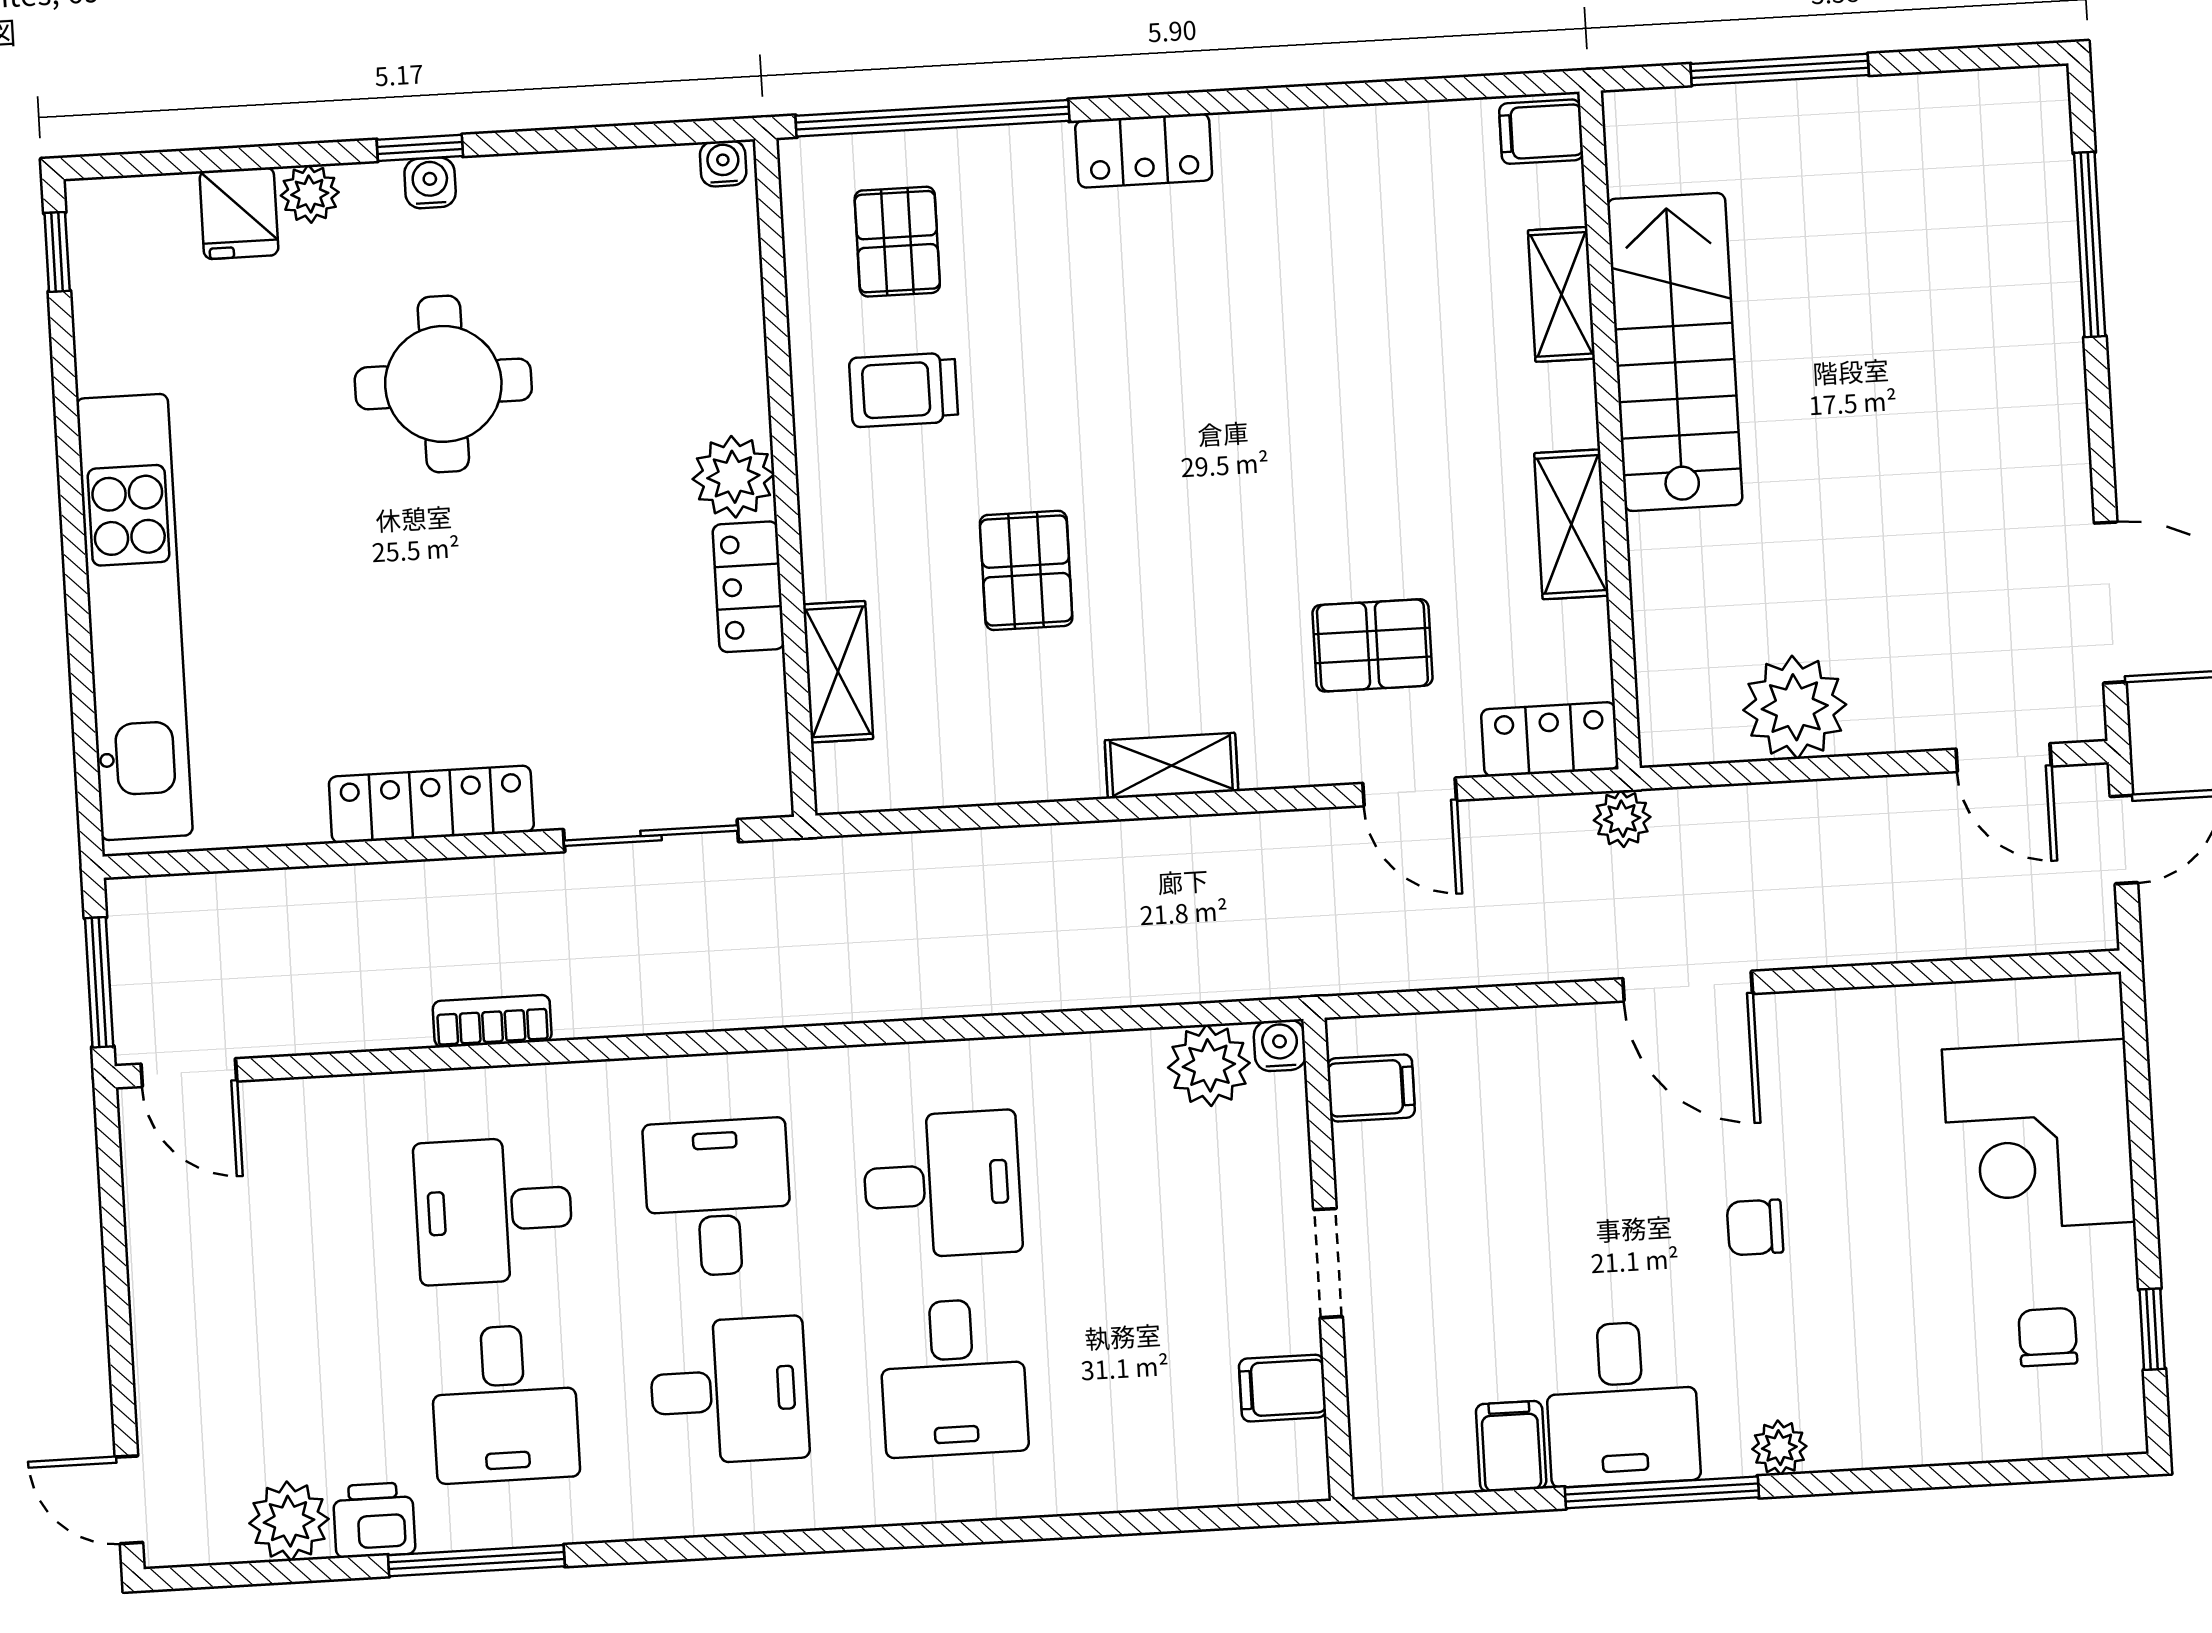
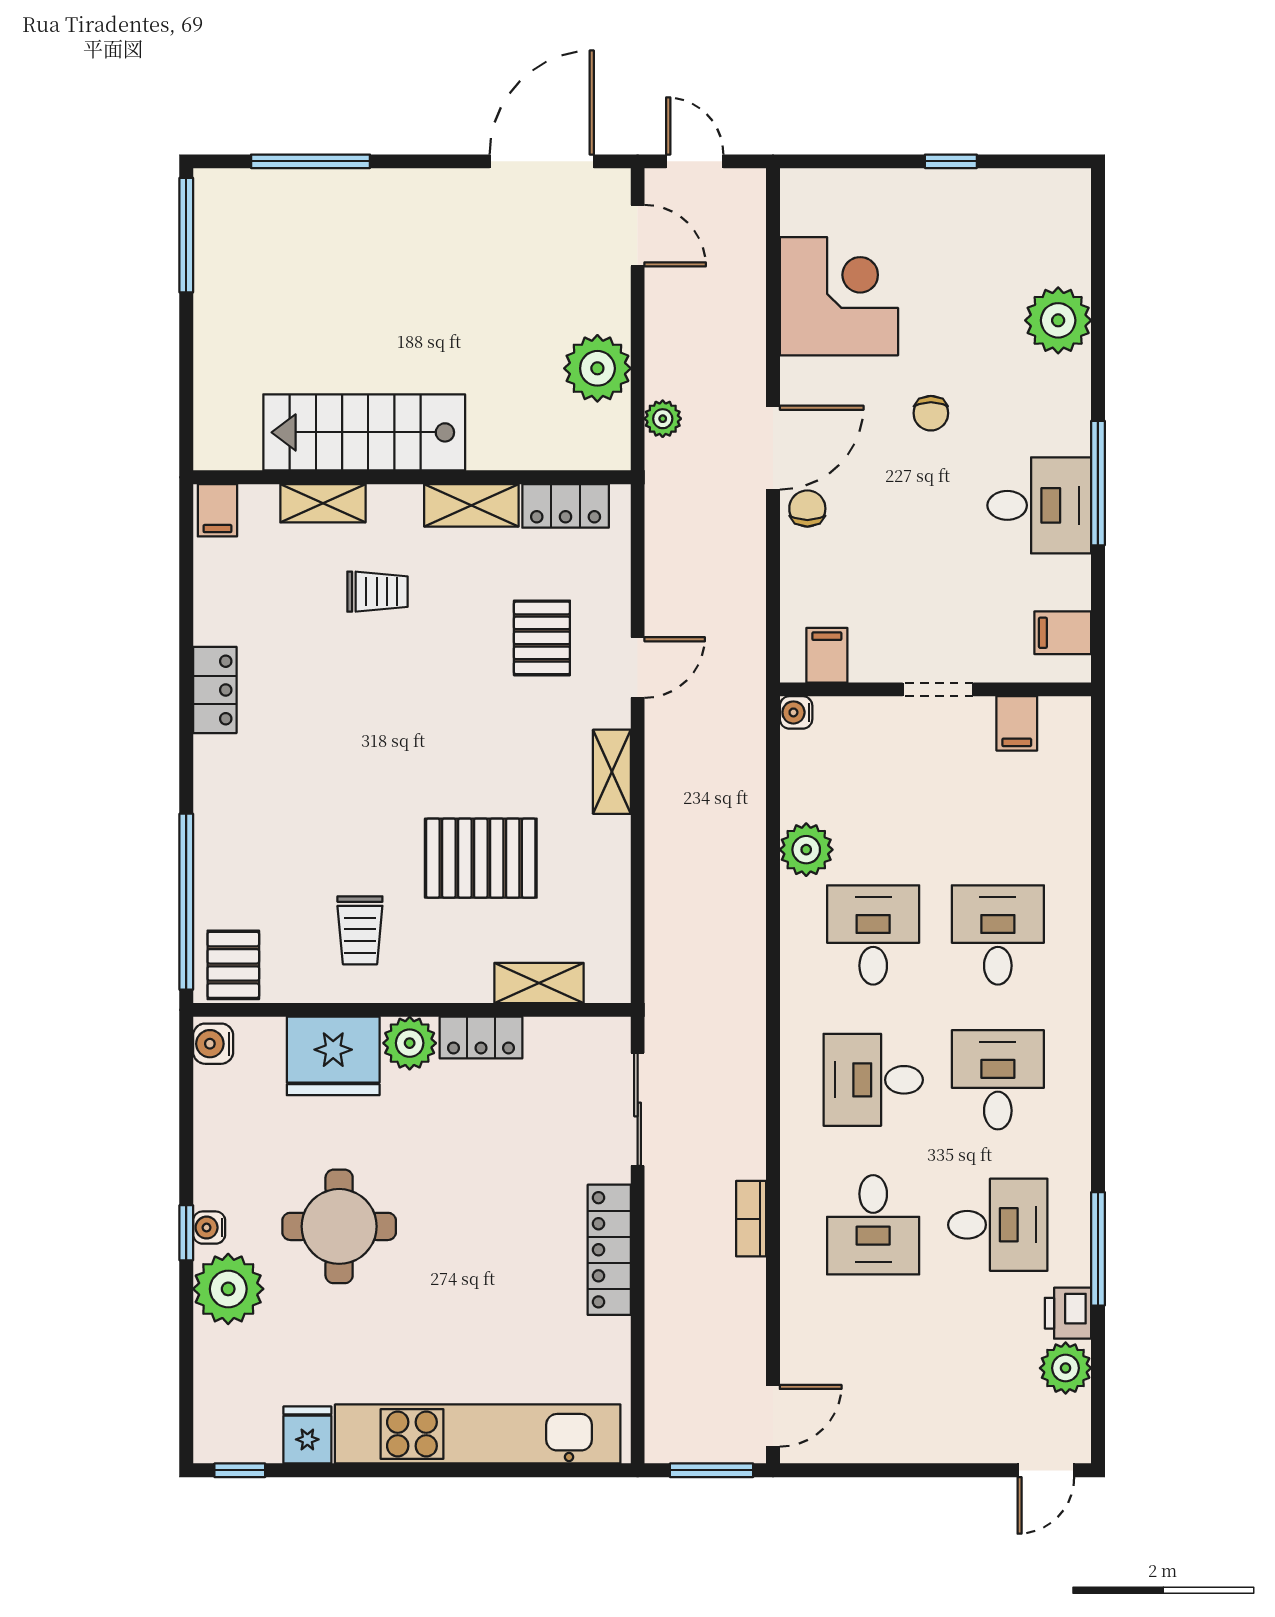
window: (1780, 69) -> (186, 235), moved
locker: (1144, 151) -> (215, 690), moved
water cooler: (723, 163) -> (213, 1044), width x1.38, depth x1.38
plant: (310, 194) -> (228, 1289), width x1.87, depth x1.87
fridge: (239, 213) -> (307, 1435), moved, turned -90
pallet: (897, 242) -> (233, 965), moved, turned 90
fridge: (707, 360) -> (333, 1056), added
trolley: (1429, 387) -> (378, 592), added
pallet: (1026, 570) -> (481, 858), width x1.50, depth x1.42
locker: (1550, 739) -> (566, 506), moved, turned -90
door: (2004, 758) -> (638, 236), hinge flipped
door: (1410, 792) -> (638, 667), moved
plant: (1622, 819) -> (663, 419), moved
plant: (1209, 1065) -> (806, 850), moved
corner desk: (2039, 1136) -> (839, 296), moved, turned -90
window: (2152, 1329) -> (951, 161), moved
chair: (2048, 1337) -> (807, 509), moved, turned 90
desk: (953, 1378) -> (998, 935), turned -90
filing cabinet: (1511, 1446) -> (1063, 633), moved
plant: (1779, 1448) -> (1058, 320), moved, width x1.88, depth x1.88

